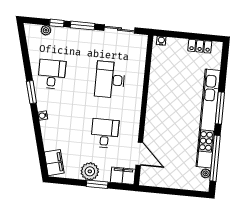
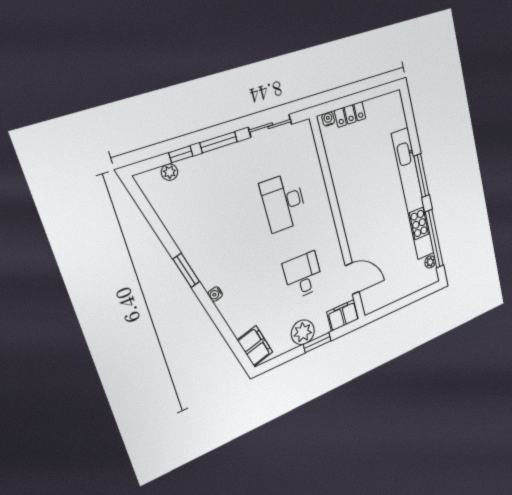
locker: (200, 46) -> (350, 114), moved
desk: (52, 74) -> (204, 232), removed

